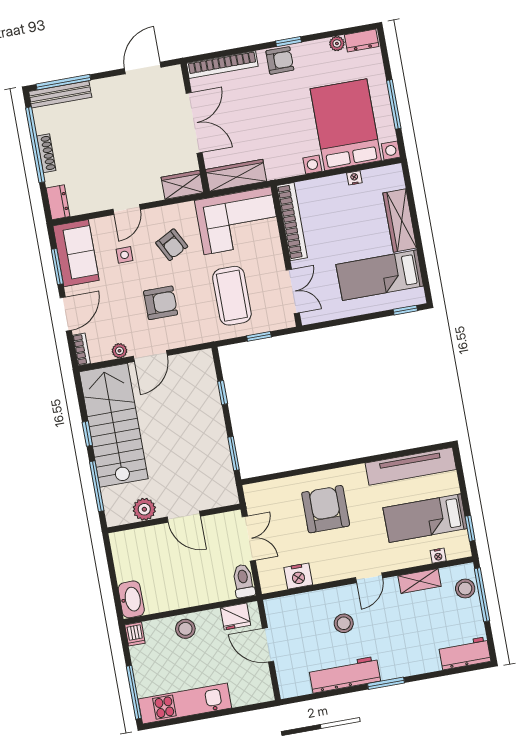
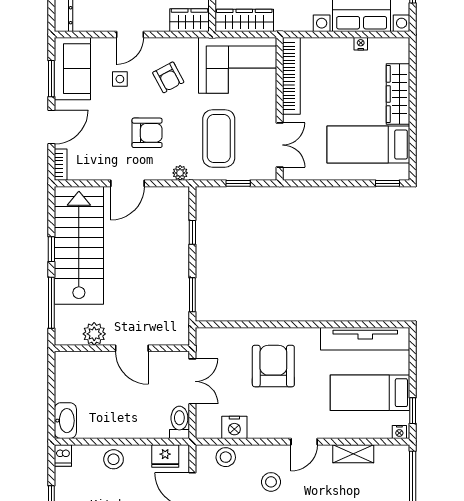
plant: (119, 351) -> (180, 173), moved
nightstand: (438, 556) -> (399, 432), moved
stool: (465, 589) -> (226, 457), moved

